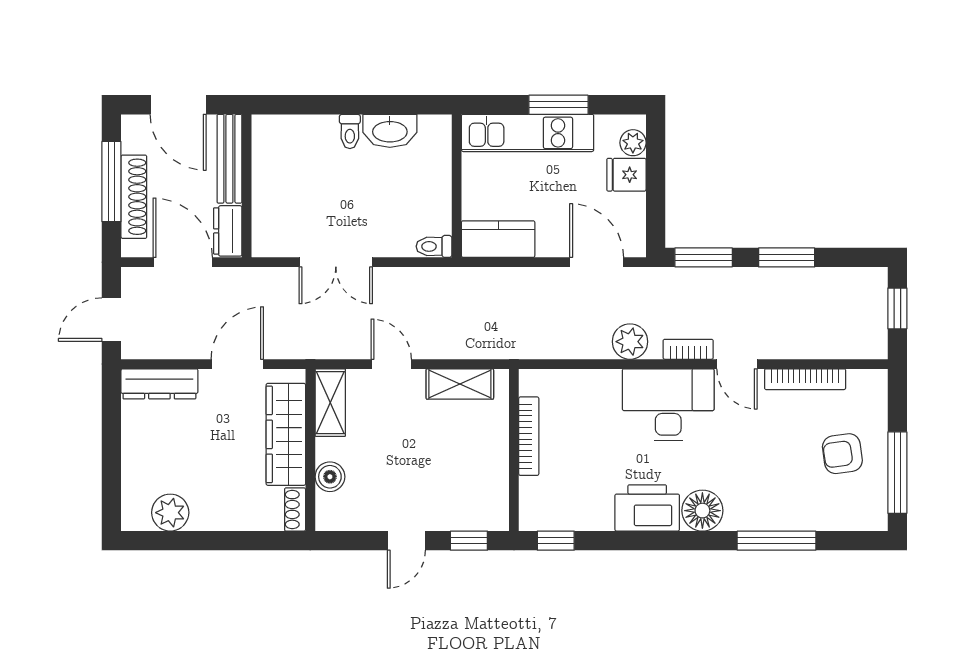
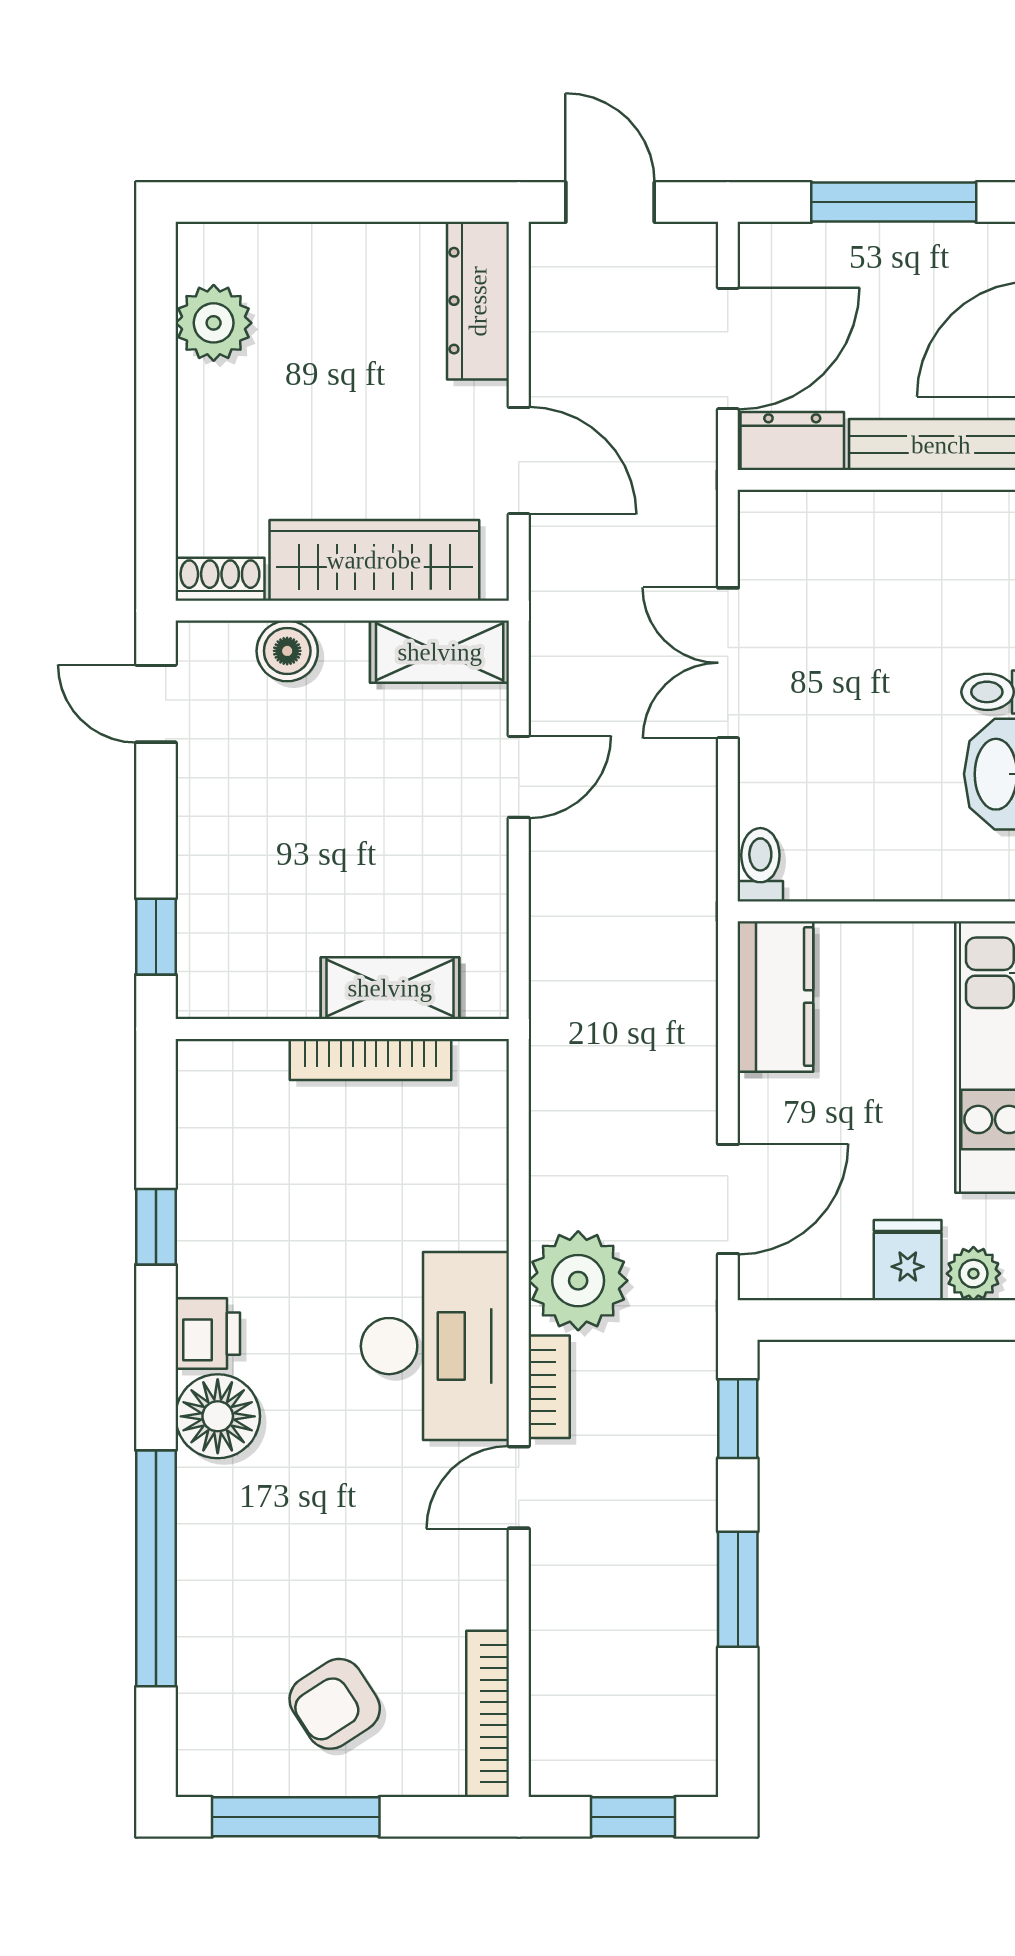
shoe rack: (134, 197) -> (862, 248), removed
window: (704, 257) -> (738, 1419), width x0.67
plant: (630, 342) -> (578, 1281), width x1.36, depth x1.36
bookcase: (805, 379) -> (488, 1714), moved
shelving: (460, 384) -> (390, 988), moved, turned 90
armchair: (842, 454) -> (335, 1704), turned -115
printer: (647, 508) -> (208, 1334), width x0.53, depth x0.68
door: (406, 541) -> (156, 704), moved
window: (556, 541) -> (156, 1227), moved
window: (776, 541) -> (156, 1568), width x1.46

